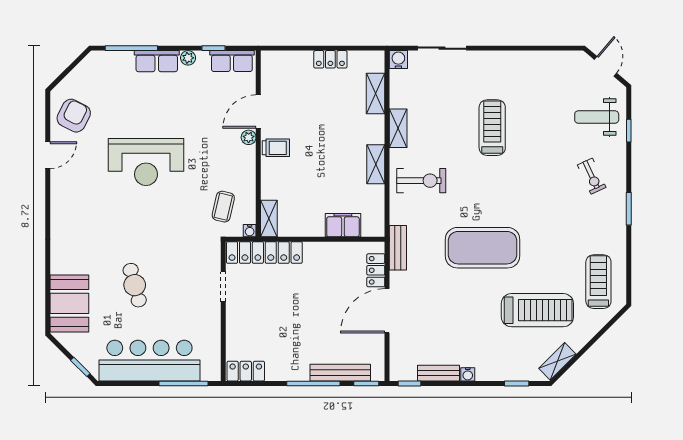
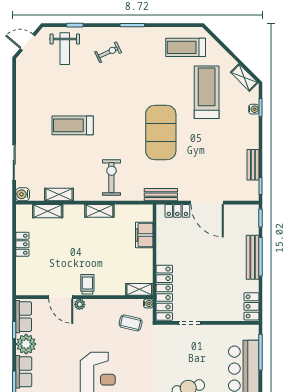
plant: (188, 58) -> (26, 344), width x1.88, depth x1.88
shelving: (398, 128) -> (59, 195), moved
bench: (340, 373) -> (253, 257), moved
water cooler: (468, 374) -> (254, 109), moved

